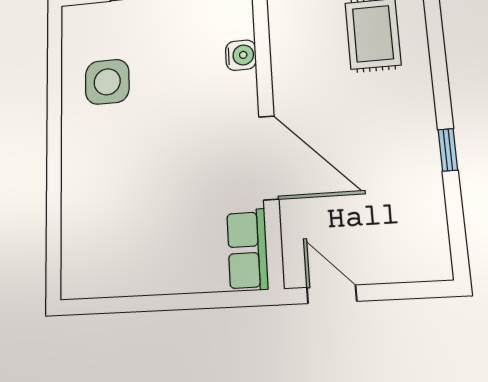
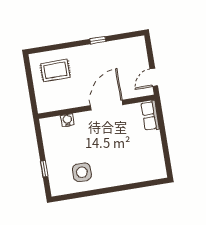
row of seats: (248, 250) -> (150, 116), moved, turned 90

